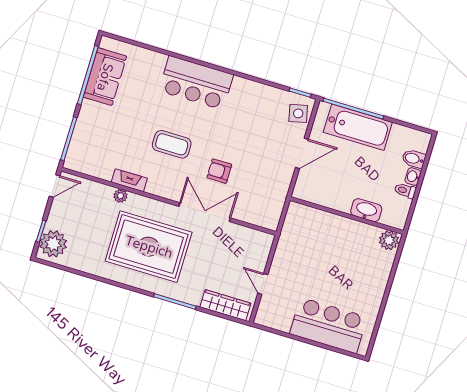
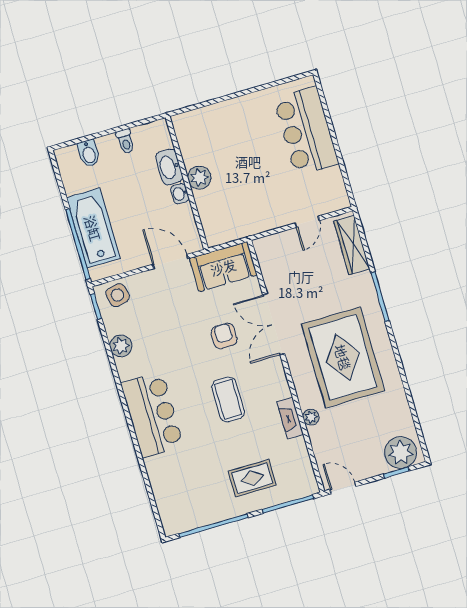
sofa: (105, 77) -> (223, 267), moved, turned 180
plant: (260, 92) -> (121, 346), added
rug: (104, 125) -> (252, 478), added
door: (302, 153) -> (170, 262), moved
armchair: (219, 171) -> (224, 336), turned 180
washbasin: (413, 176) -> (180, 194), moved, turned 90
plant: (389, 240) -> (199, 178), moved

